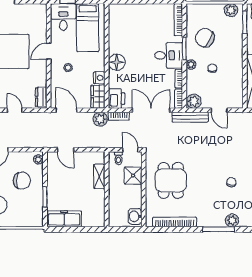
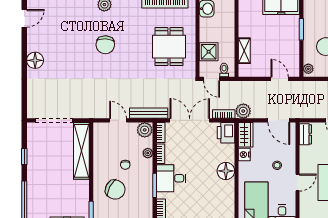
chair: (205, 38) -> (115, 190), moved
plant: (191, 65) -> (148, 153), moved
double door: (151, 110) -> (190, 120), swing flipped
chair: (231, 182) -> (105, 45), width x1.87, depth x1.87

